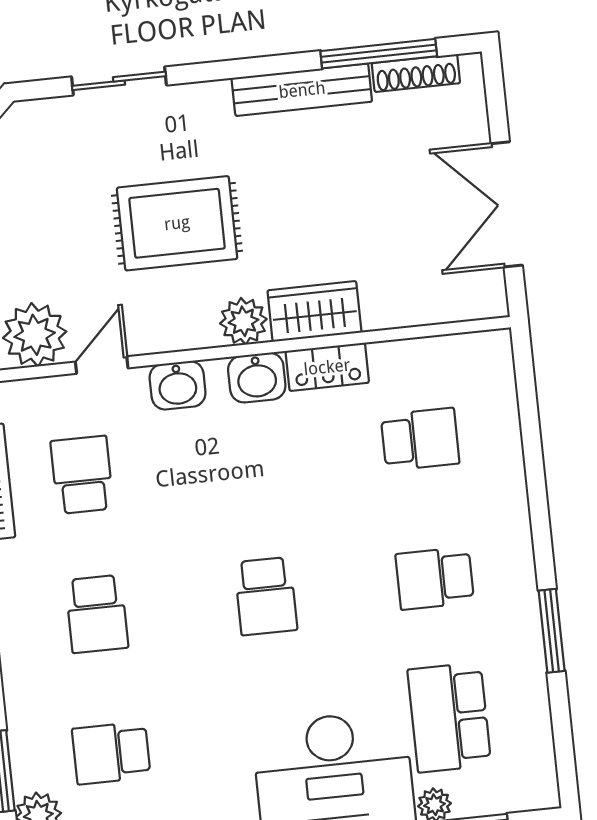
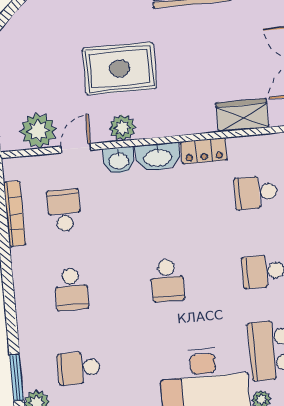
wardrobe: (314, 311) -> (242, 115), moved
plant: (243, 321) -> (122, 128), moved
washbasin: (257, 378) -> (158, 157), width x1.38
school desk: (420, 439) -> (256, 193), turned 180

